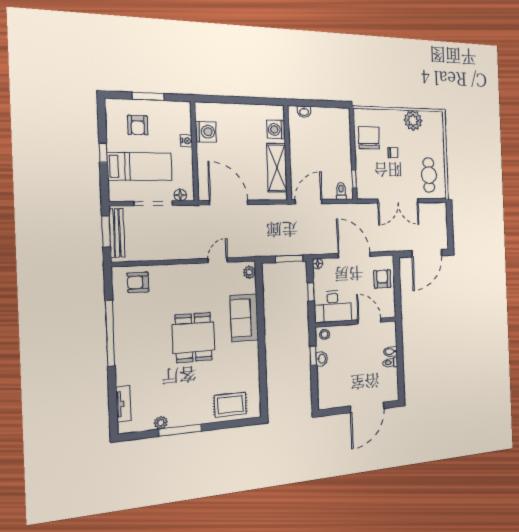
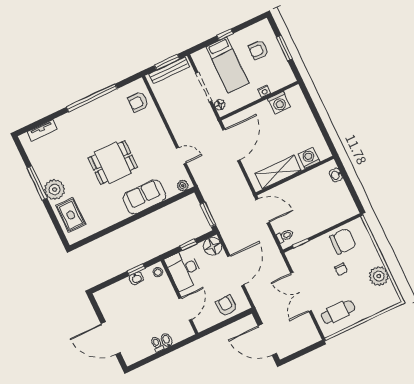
floor lamp: (318, 263) -> (213, 246), width x1.89, depth x1.89
armchair: (382, 279) -> (226, 306), turned -93
armchair: (138, 282) -> (138, 102), turned -90
plant: (161, 423) -> (55, 189), moved, width x1.87, depth x1.87

